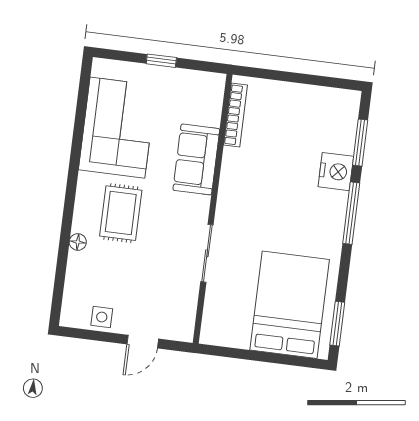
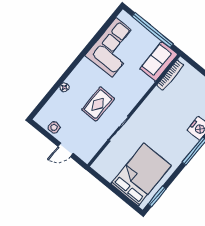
window: (161, 61) -> (152, 30), width x3.17
sofa: (196, 159) -> (159, 61), moved
rug: (121, 213) -> (98, 104), moved

